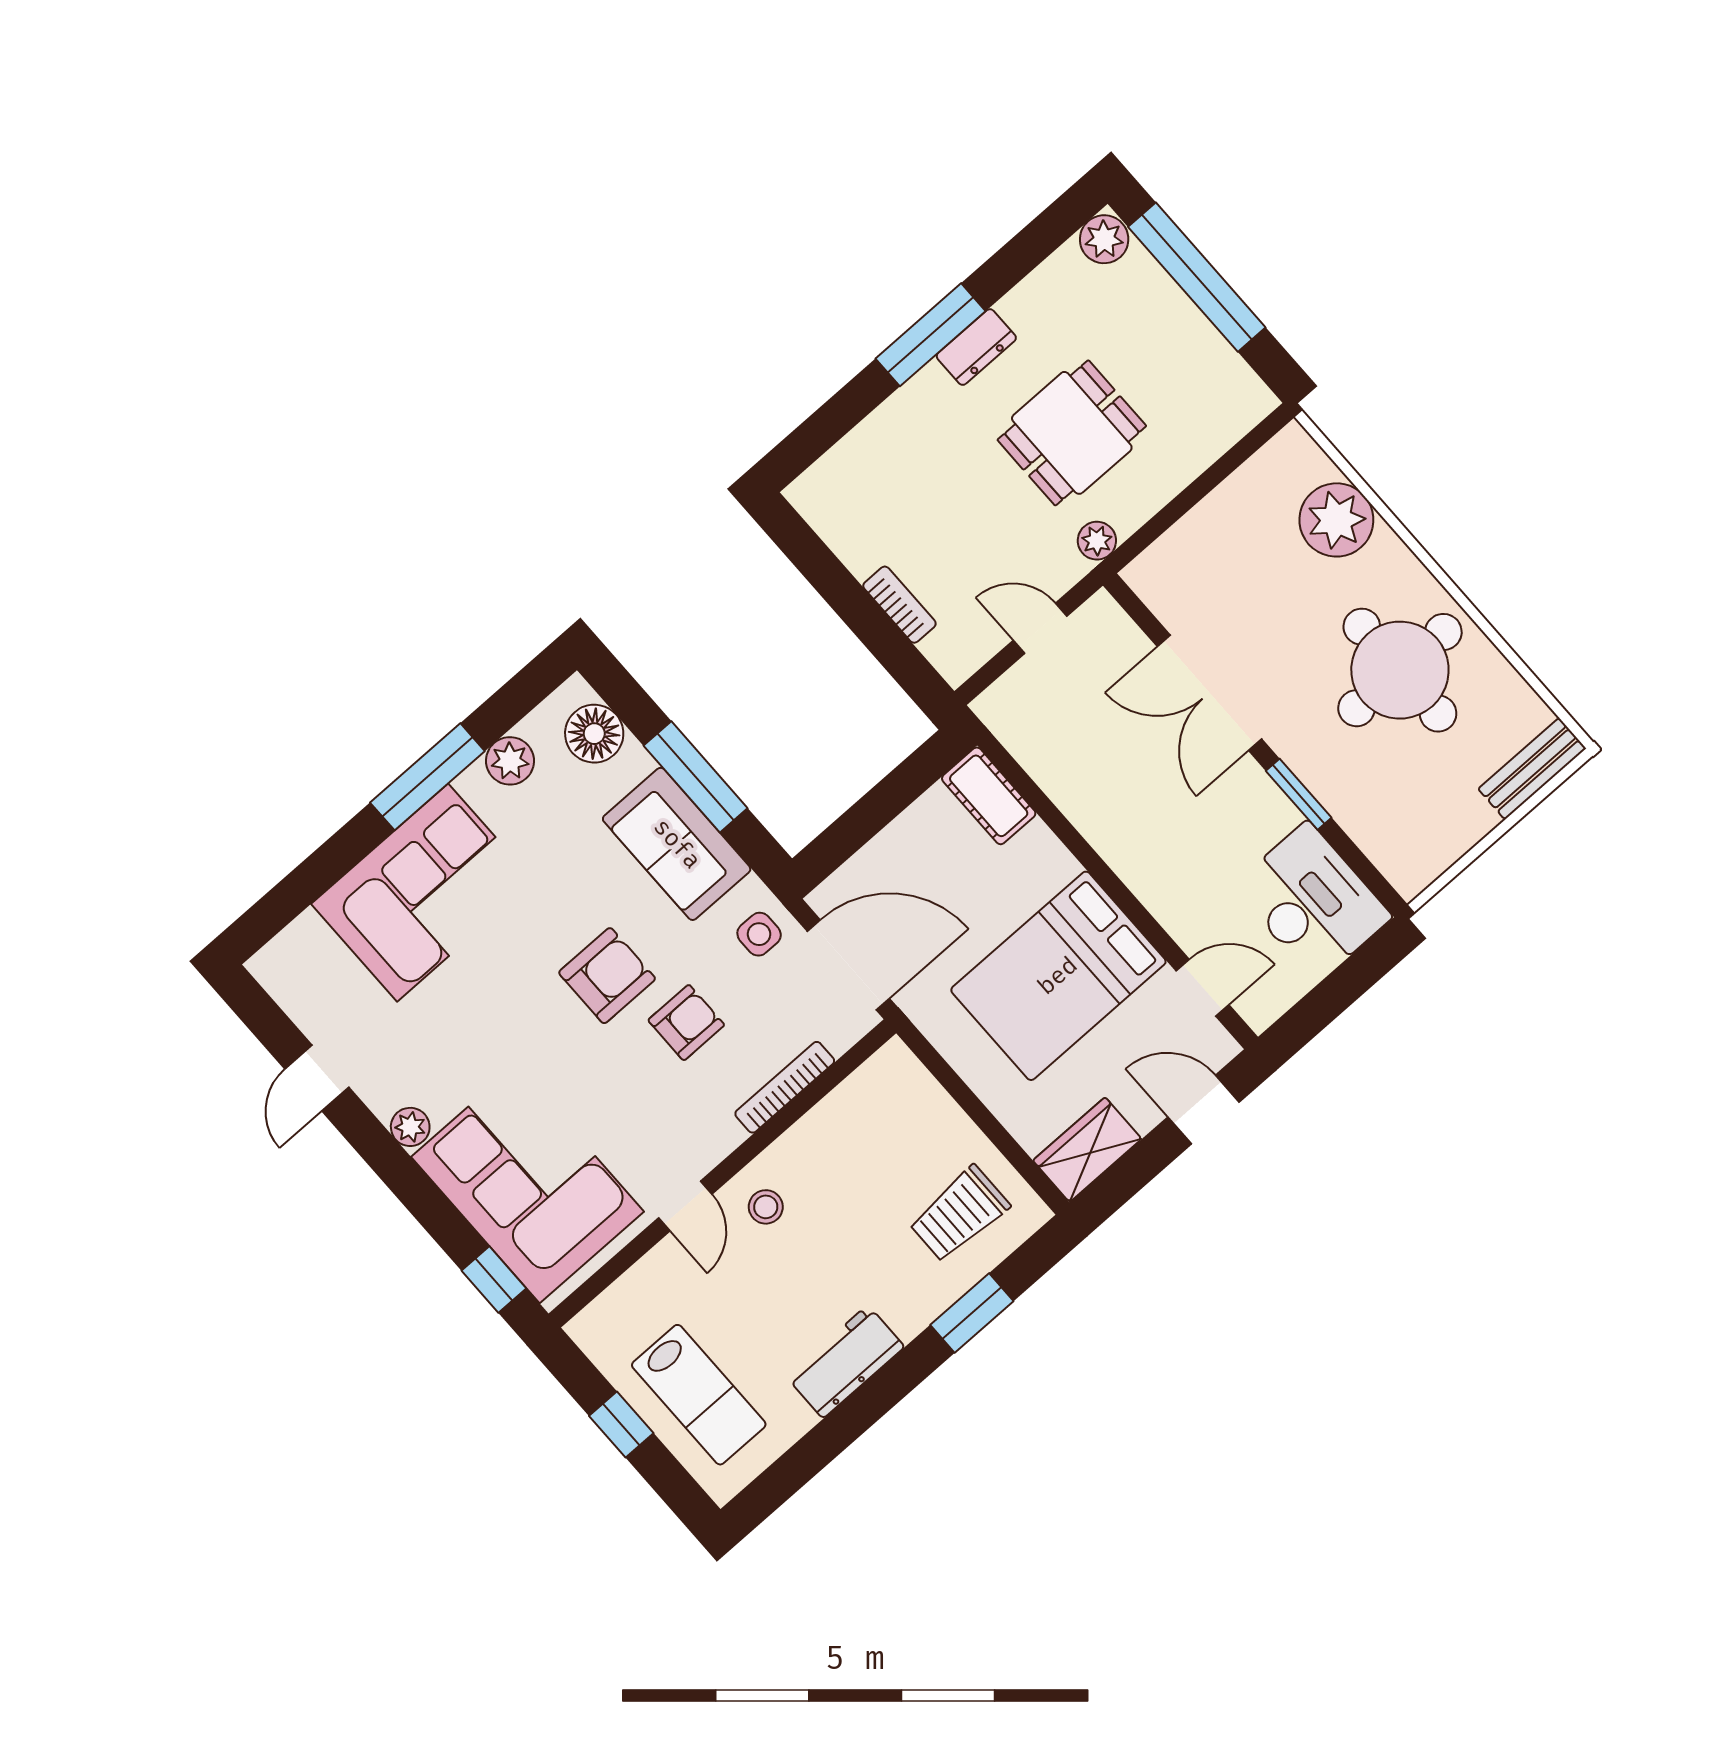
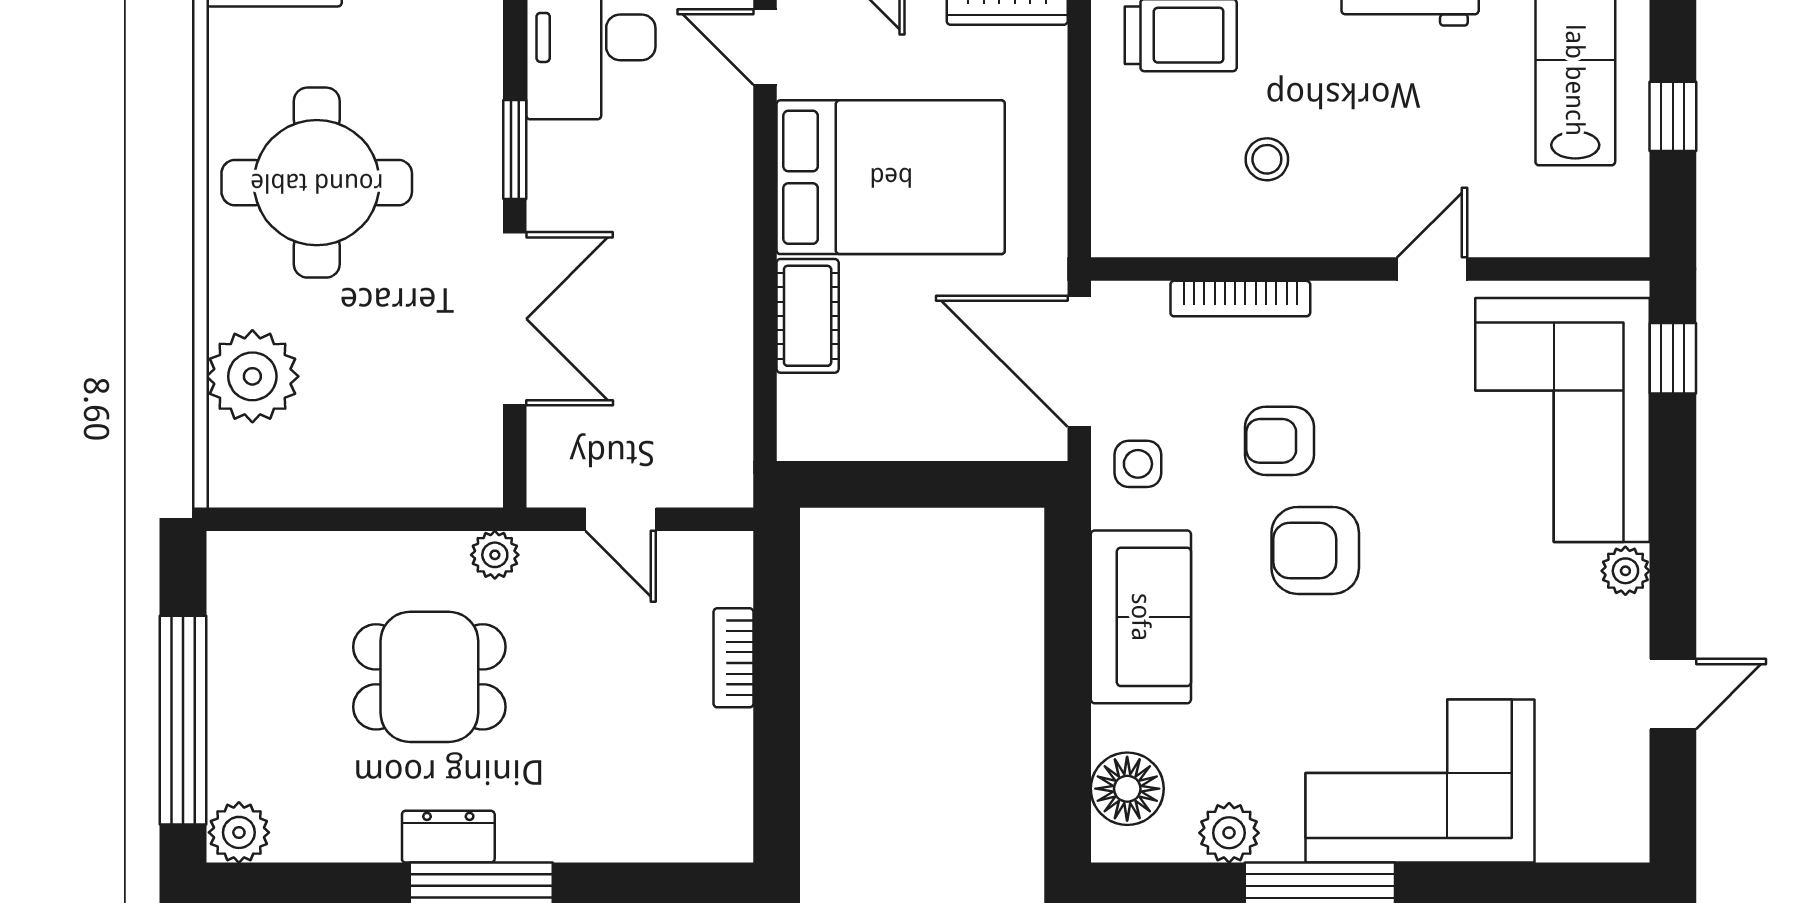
window: (696, 777) -> (1068, 664), removed
cot: (989, 796) -> (808, 316), moved
stool: (766, 1207) -> (1267, 159), moved

